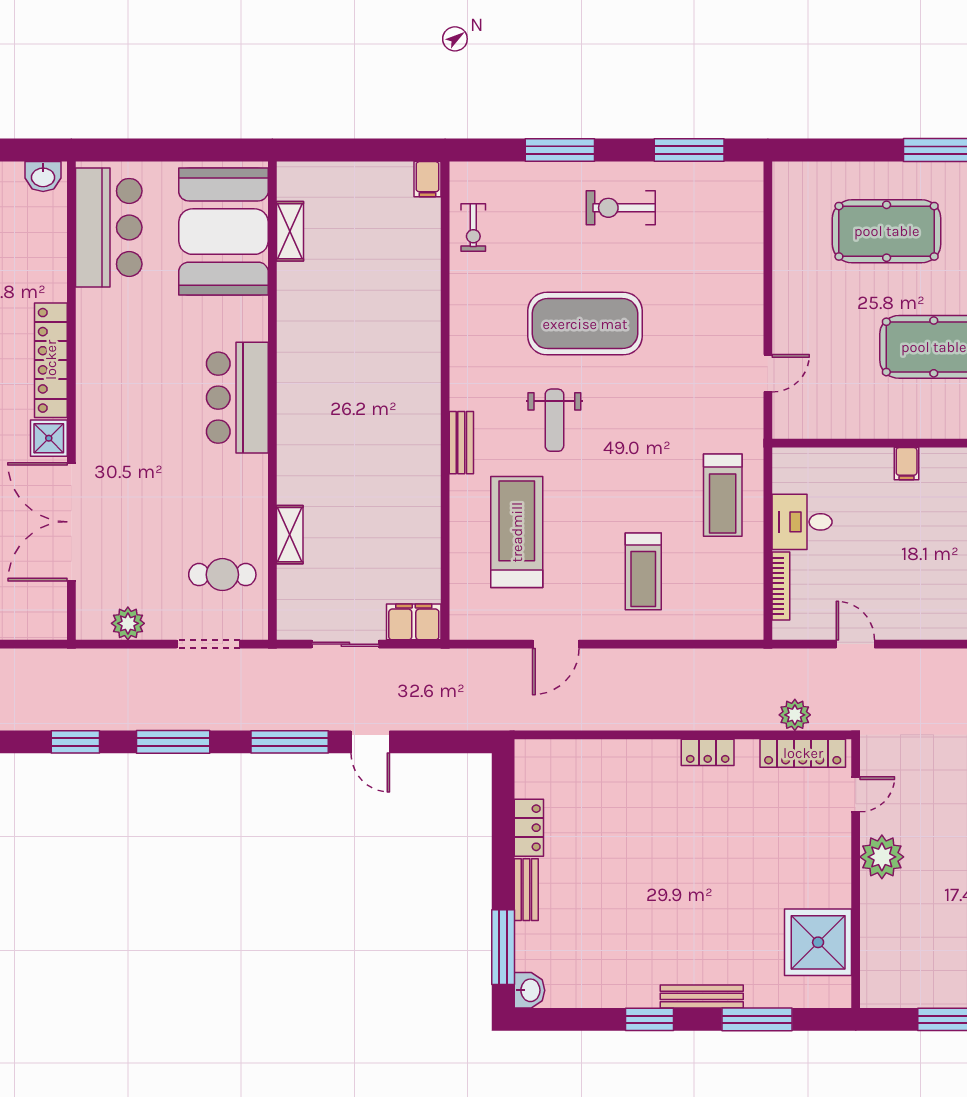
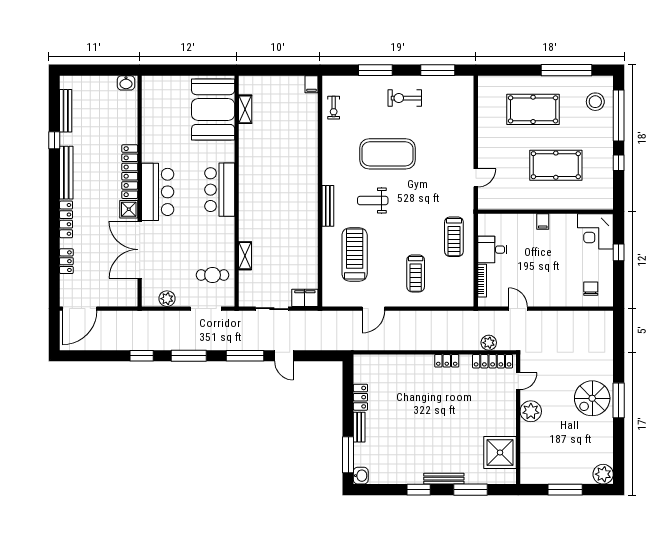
bar counter: (109, 227) -> (158, 192), moved
weight bench: (554, 420) -> (373, 201), turned 90
bench: (461, 443) -> (328, 206), width x1.36

